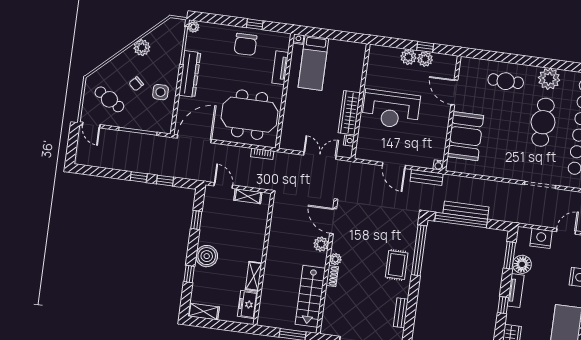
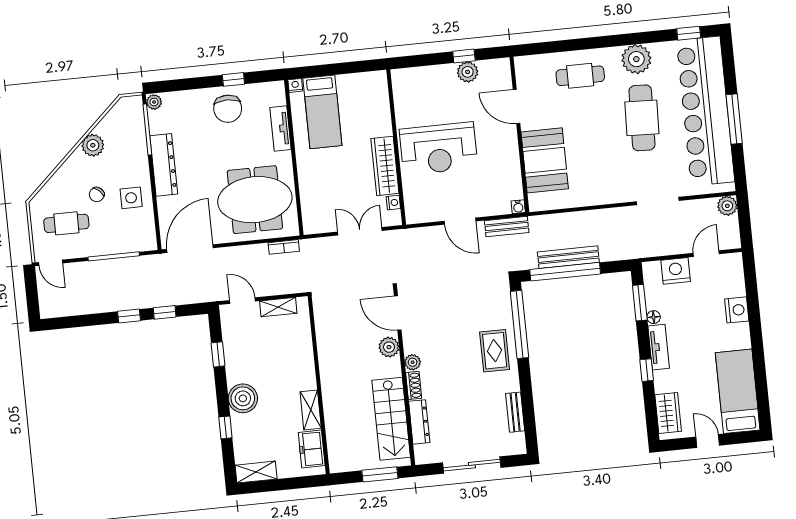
plant: (408, 57) -> (445, 74), removed
cafe table: (109, 99) -> (66, 223), turned -31
floor lamp: (522, 264) -> (654, 317), width x0.53, depth x0.53
dresser: (330, 303) -> (419, 422), added

